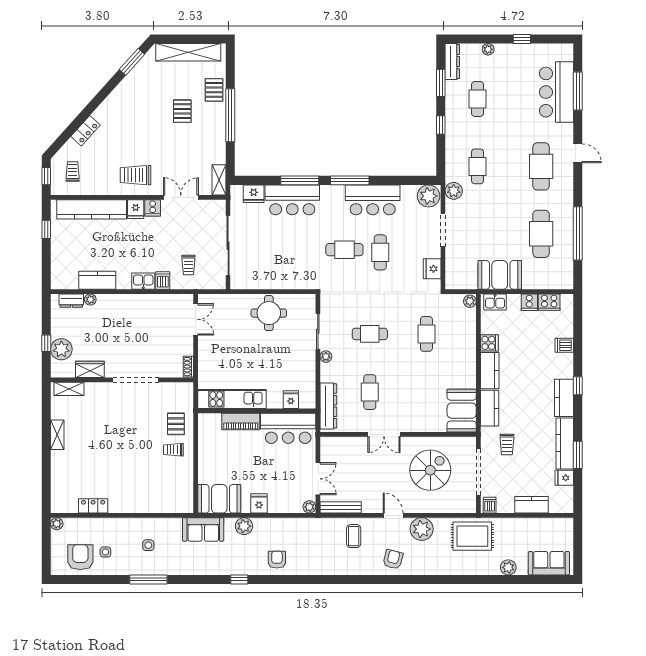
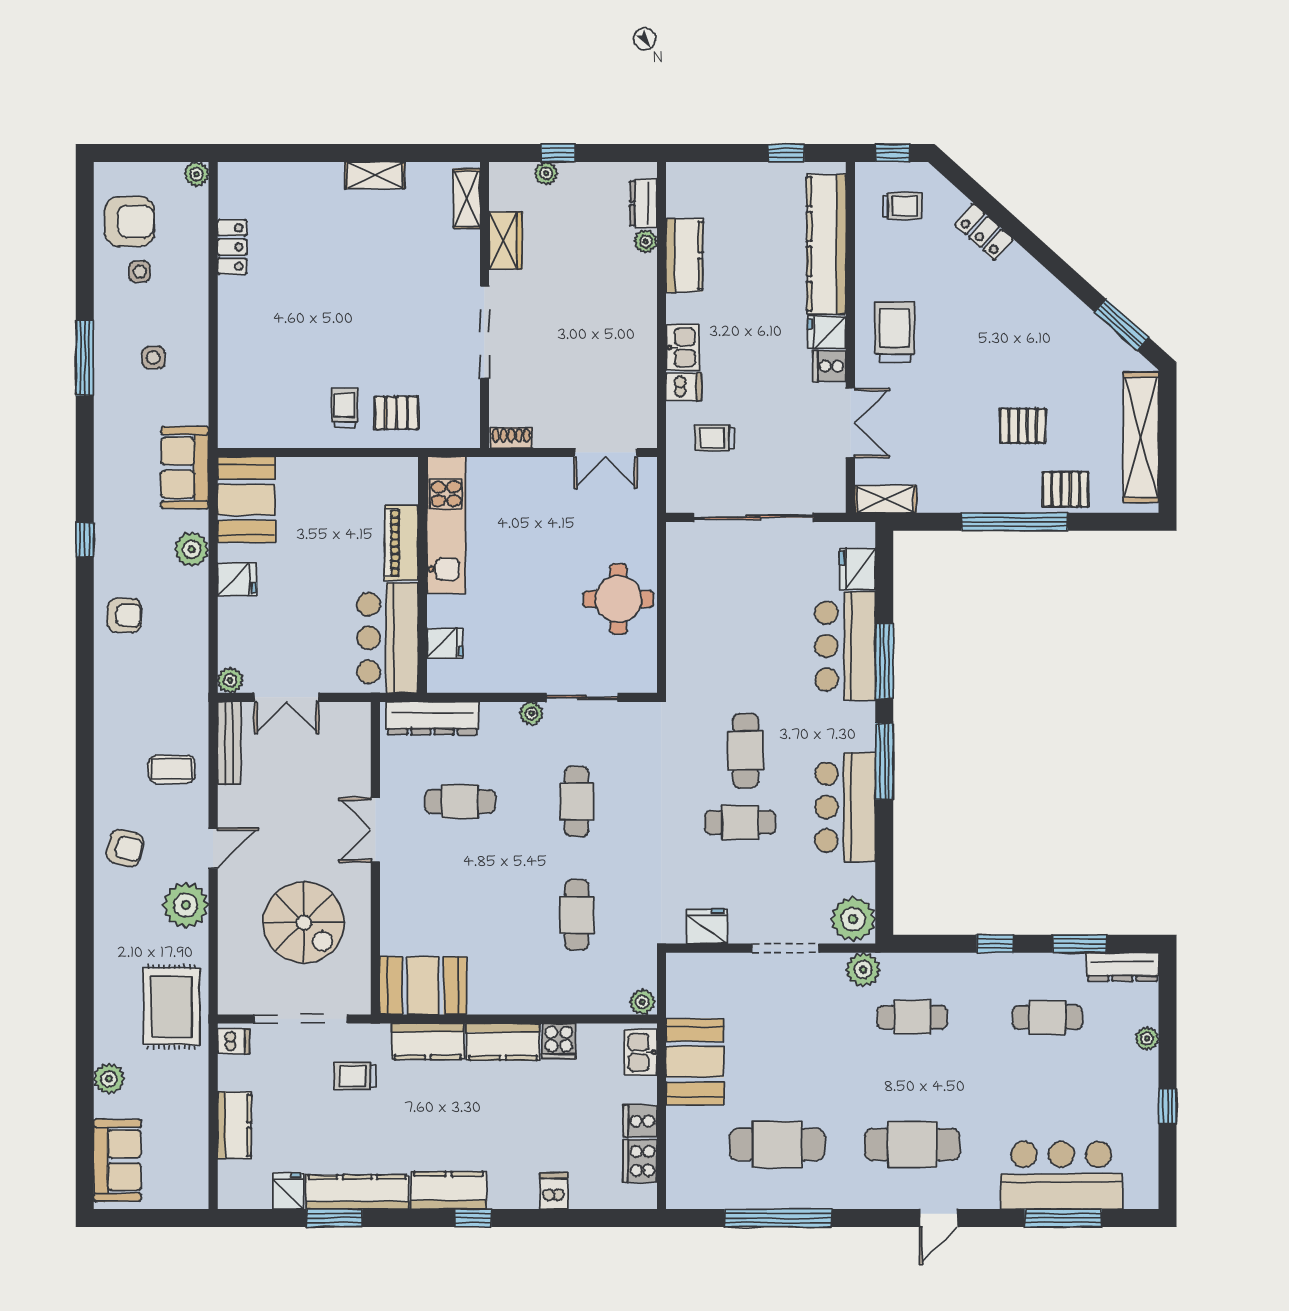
cafe table: (426, 334) -> (577, 915), turned 90
plant: (61, 349) -> (546, 173), width x0.53, depth x0.53

